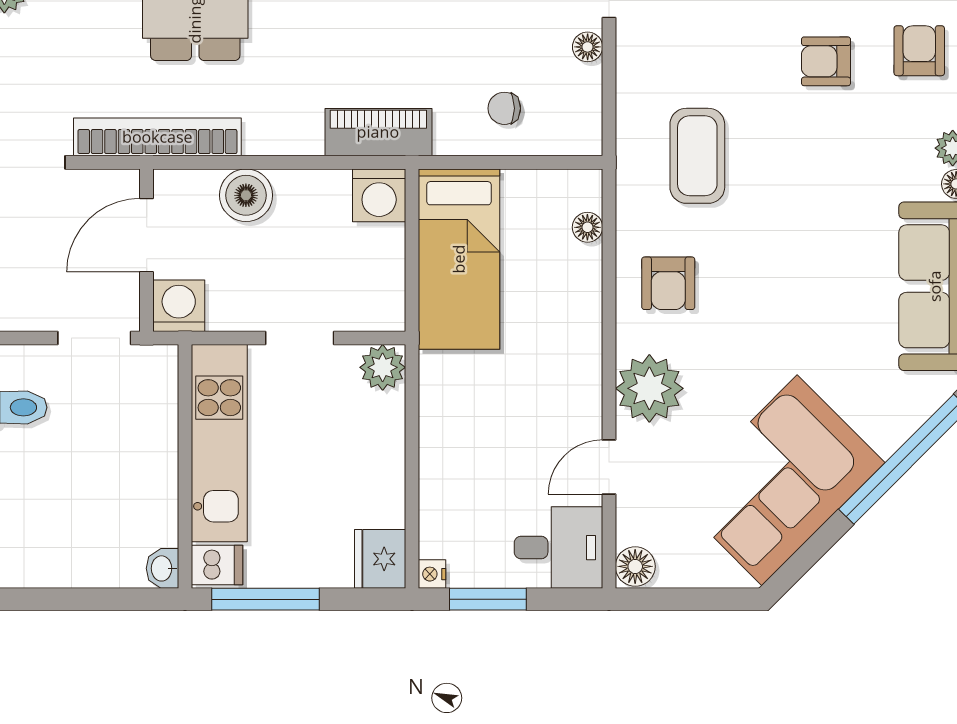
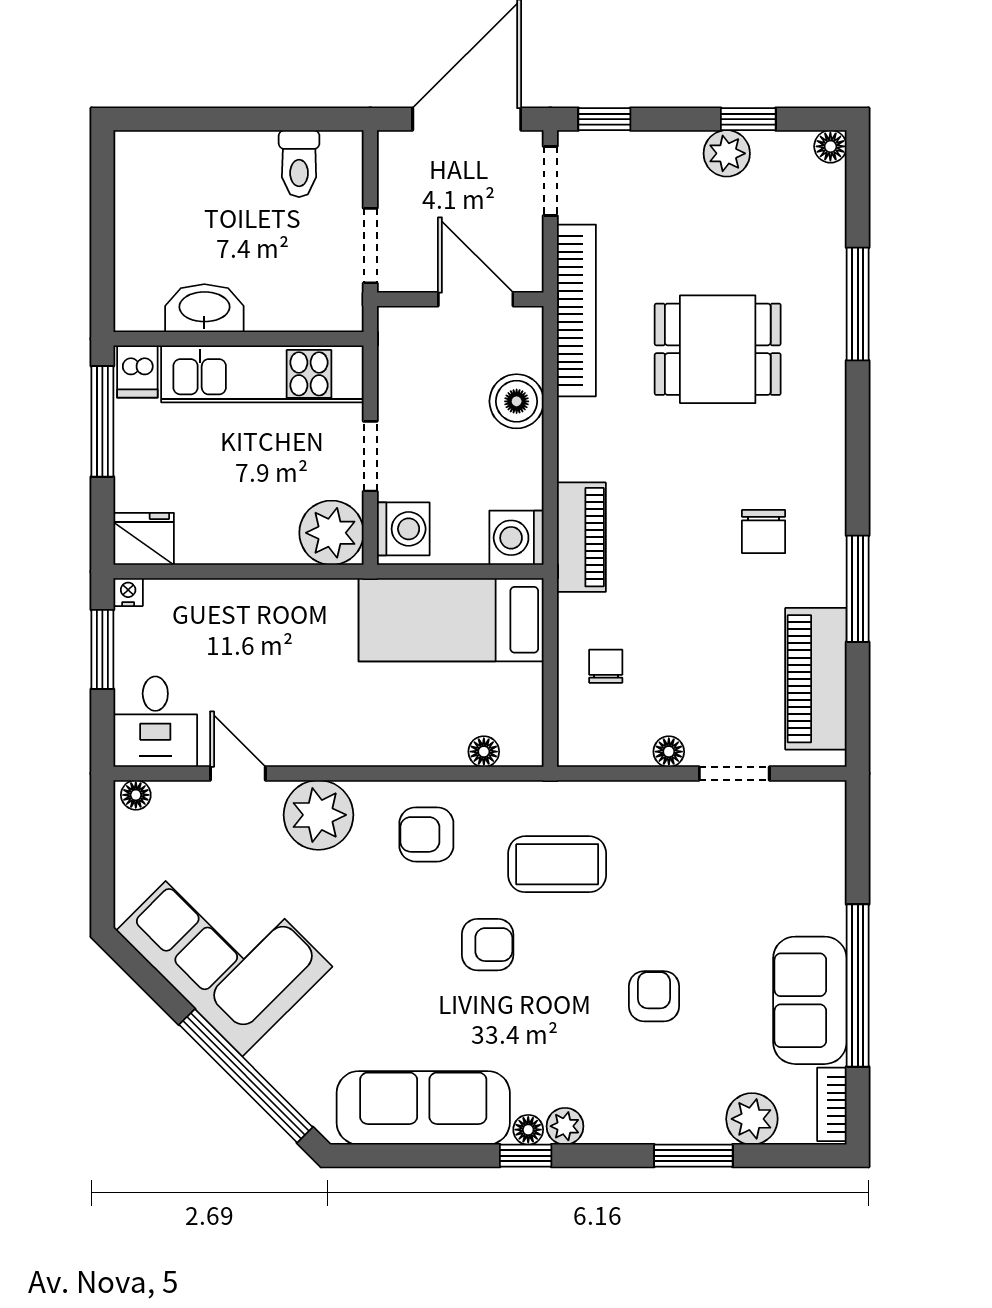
armchair: (919, 51) -> (488, 945), moved
washing machine: (179, 306) -> (403, 529), moved
plant: (383, 367) -> (331, 533), width x1.36, depth x1.36
floor lamp: (635, 566) -> (136, 795), width x0.73, depth x0.73
washbasin: (162, 568) -> (204, 308), moved, width x1.91, depth x1.45

